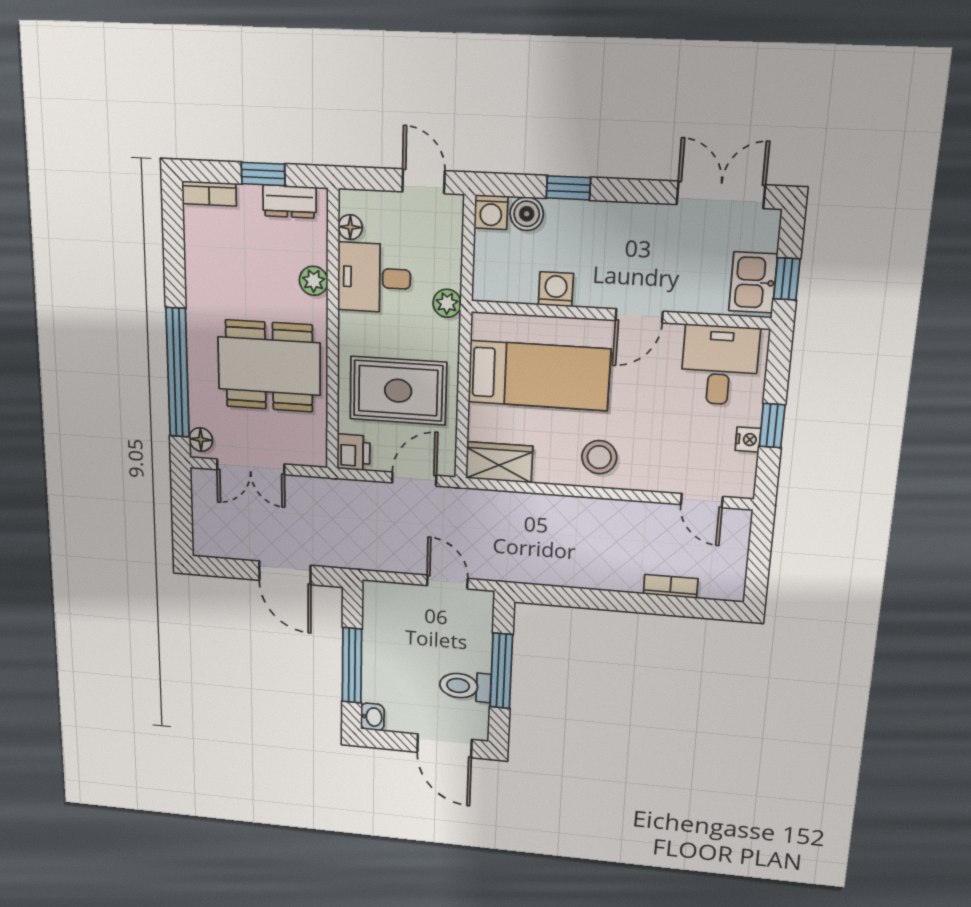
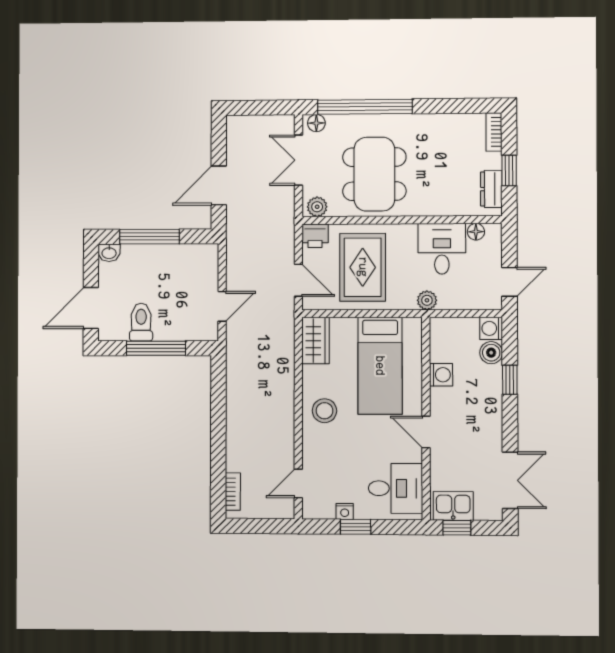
plant: (314, 281) -> (317, 207), moved
bookcase: (671, 586) -> (233, 492), moved

